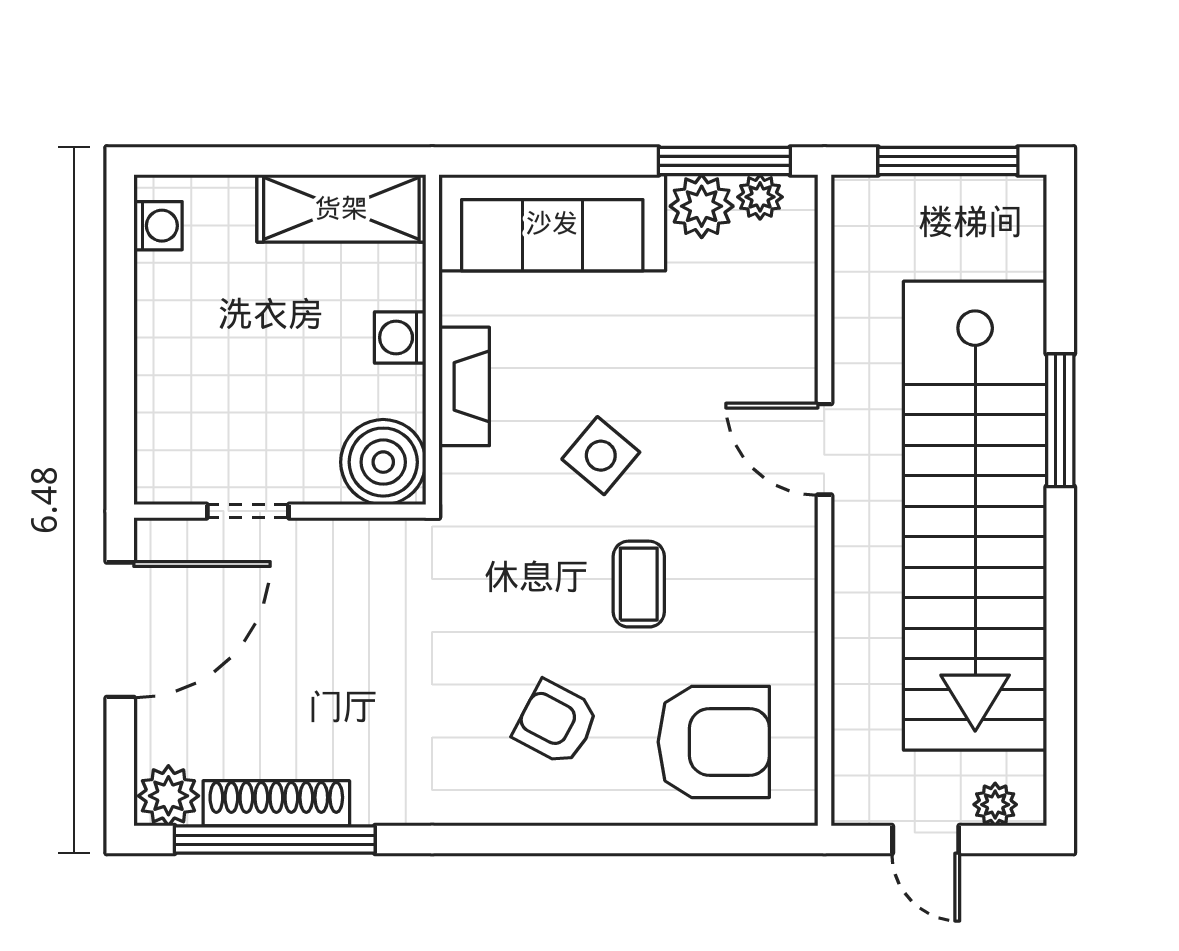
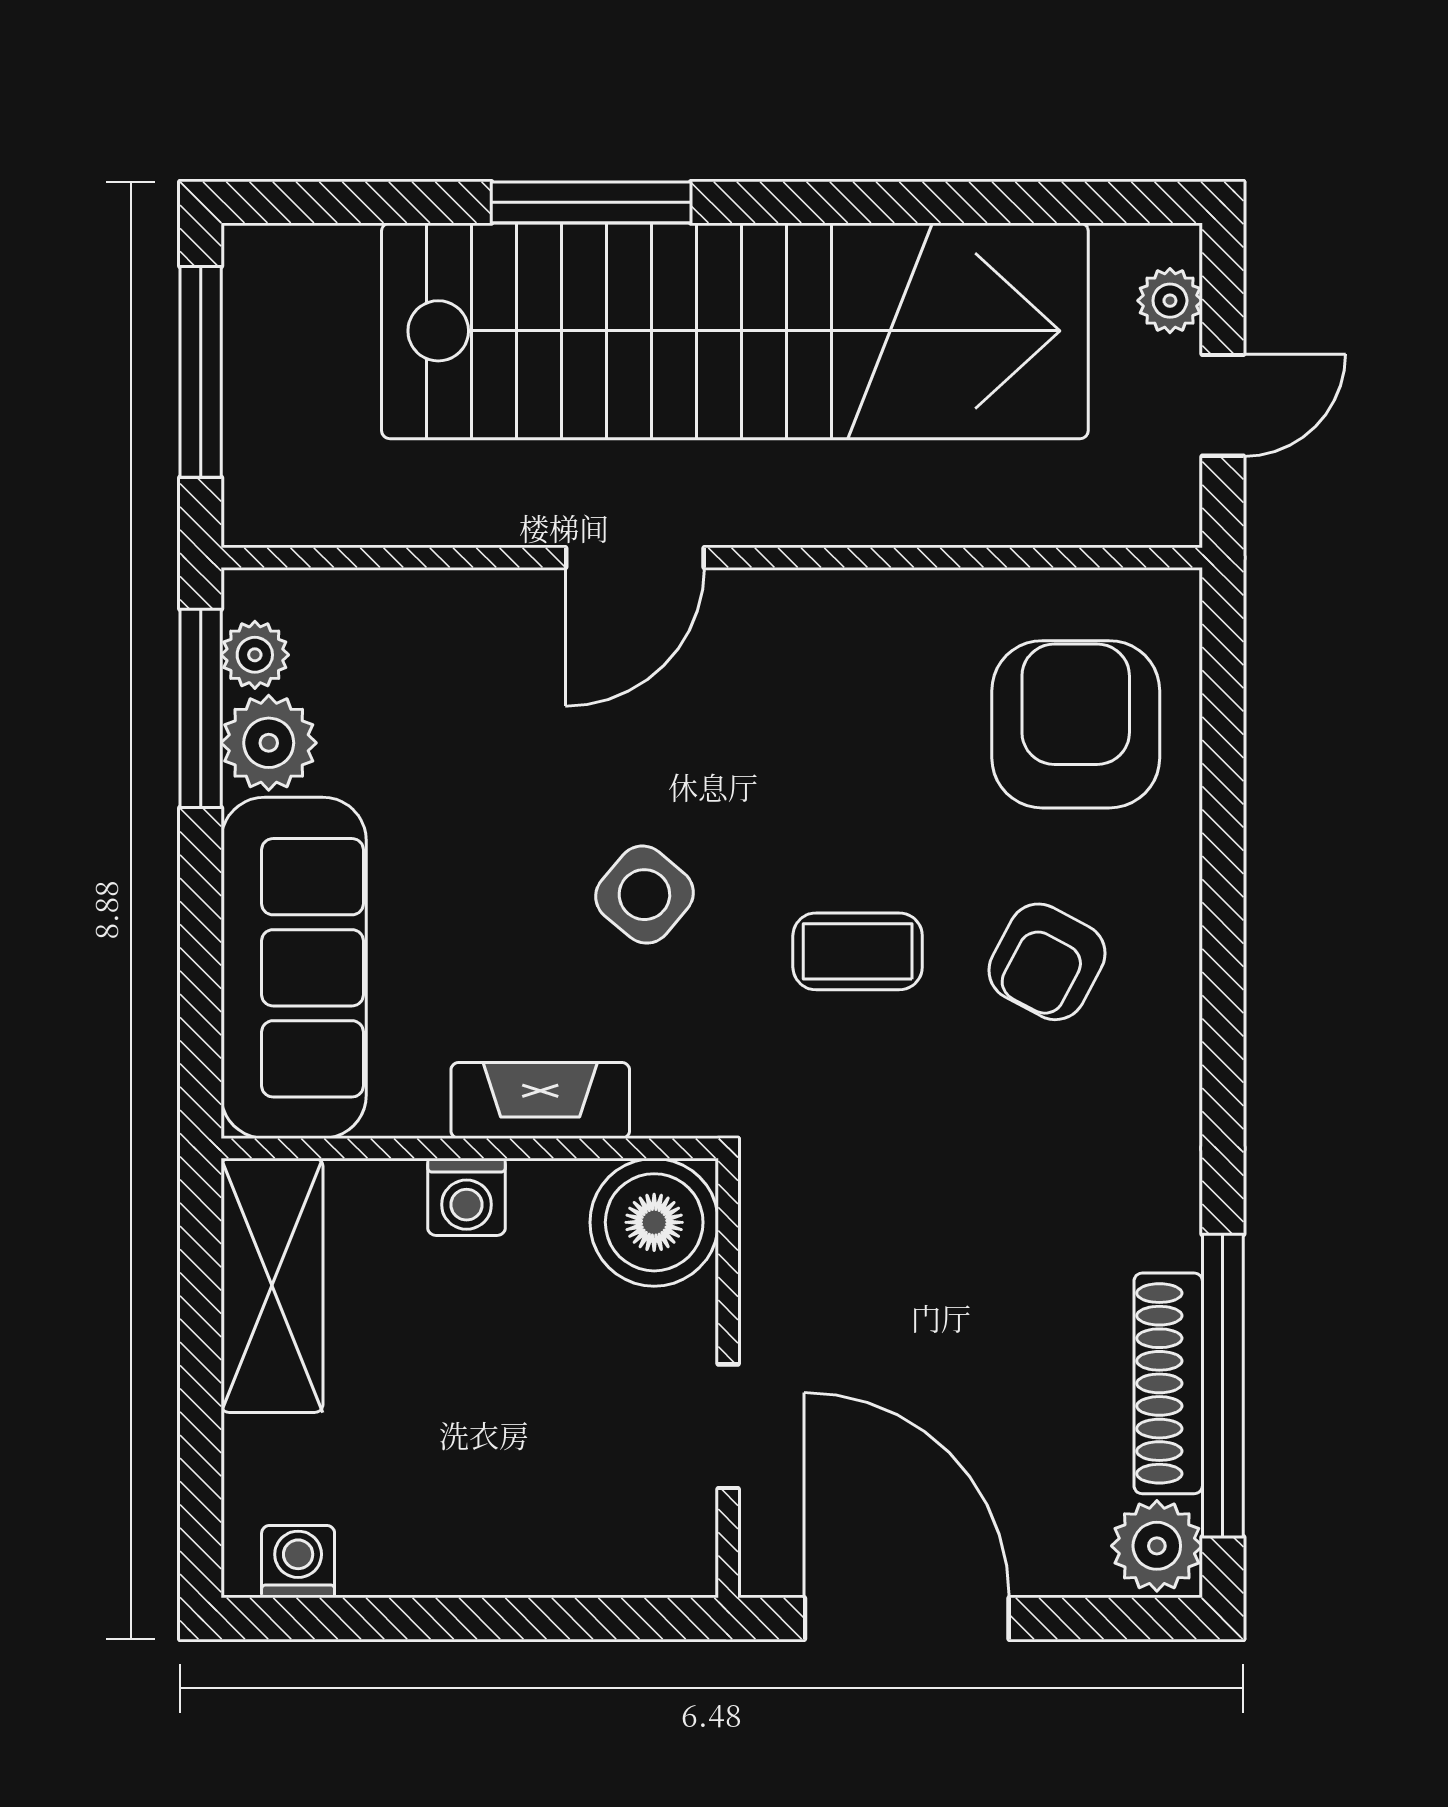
coffee table: (639, 584) -> (858, 951), moved

